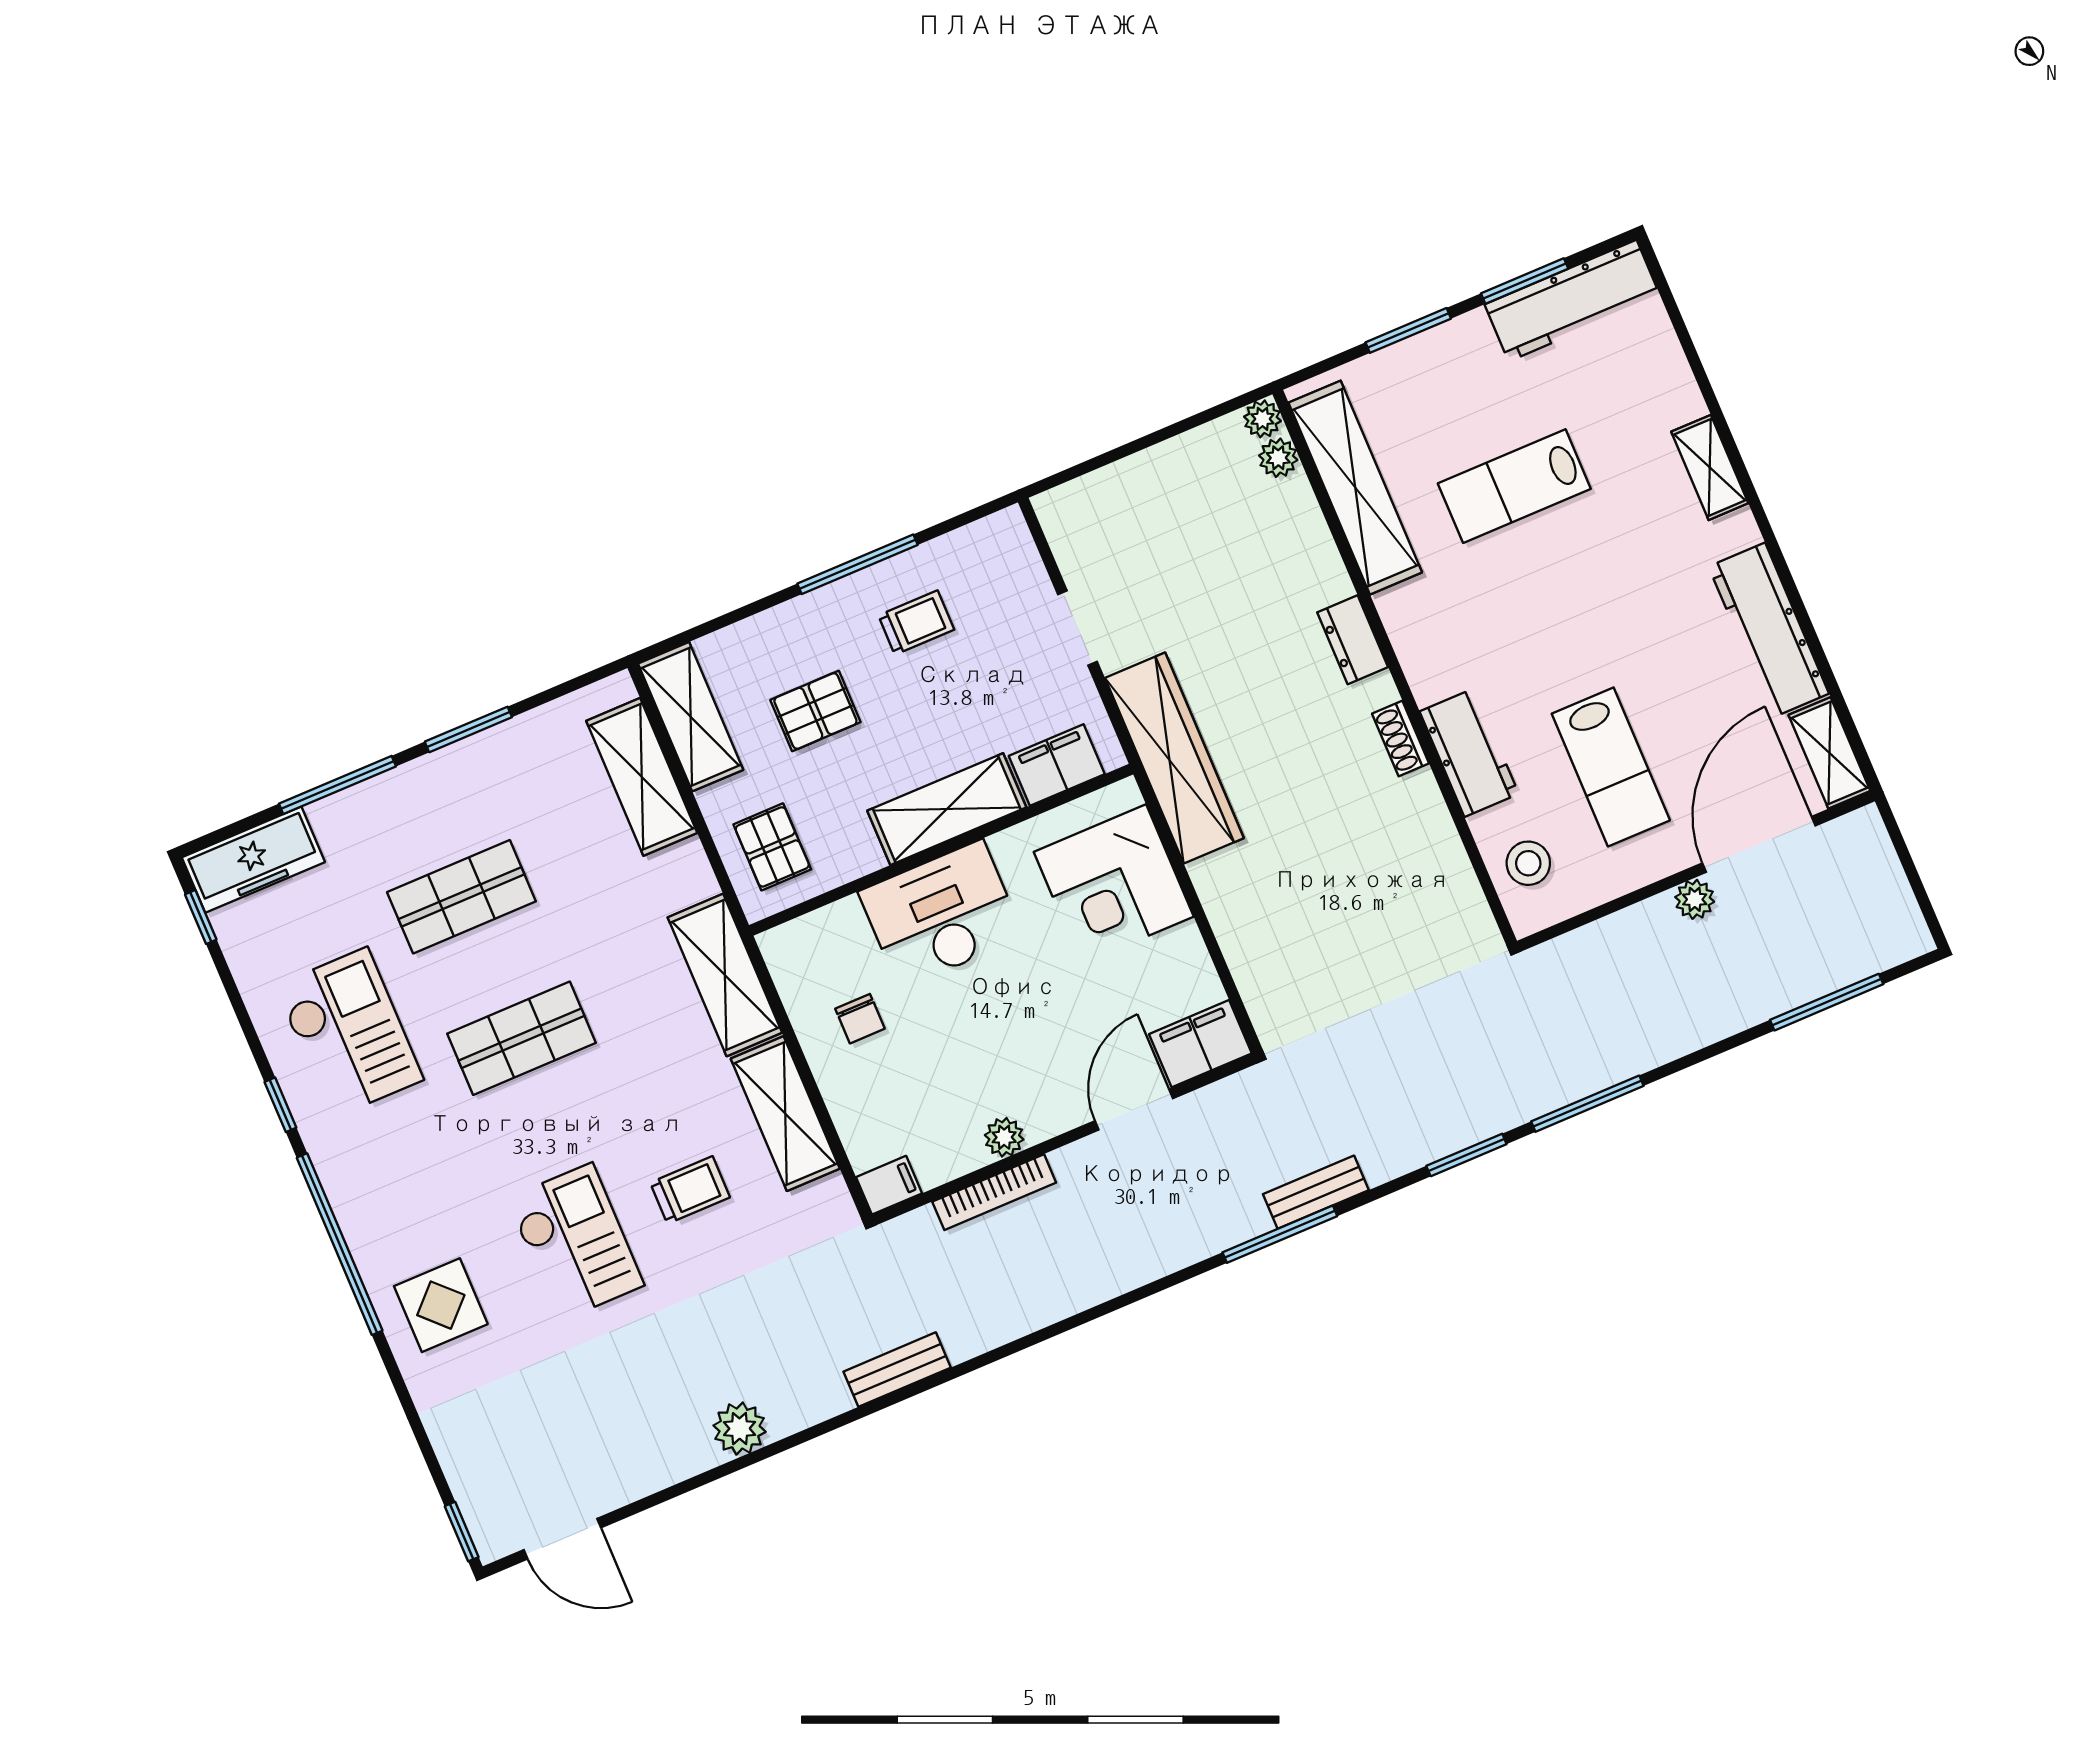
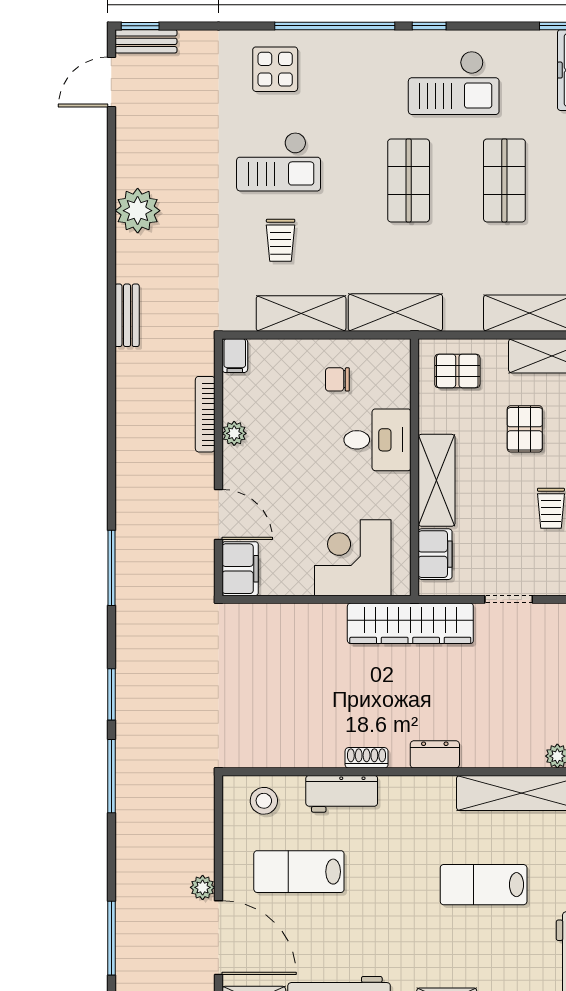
lab bench: (1514, 486) -> (484, 885), turned -90
desk: (941, 914) -> (378, 440), width x0.73
bench: (1316, 1192) -> (146, 41), moved, turned 90
plant: (740, 1429) -> (138, 211), width x1.36, depth x1.36

